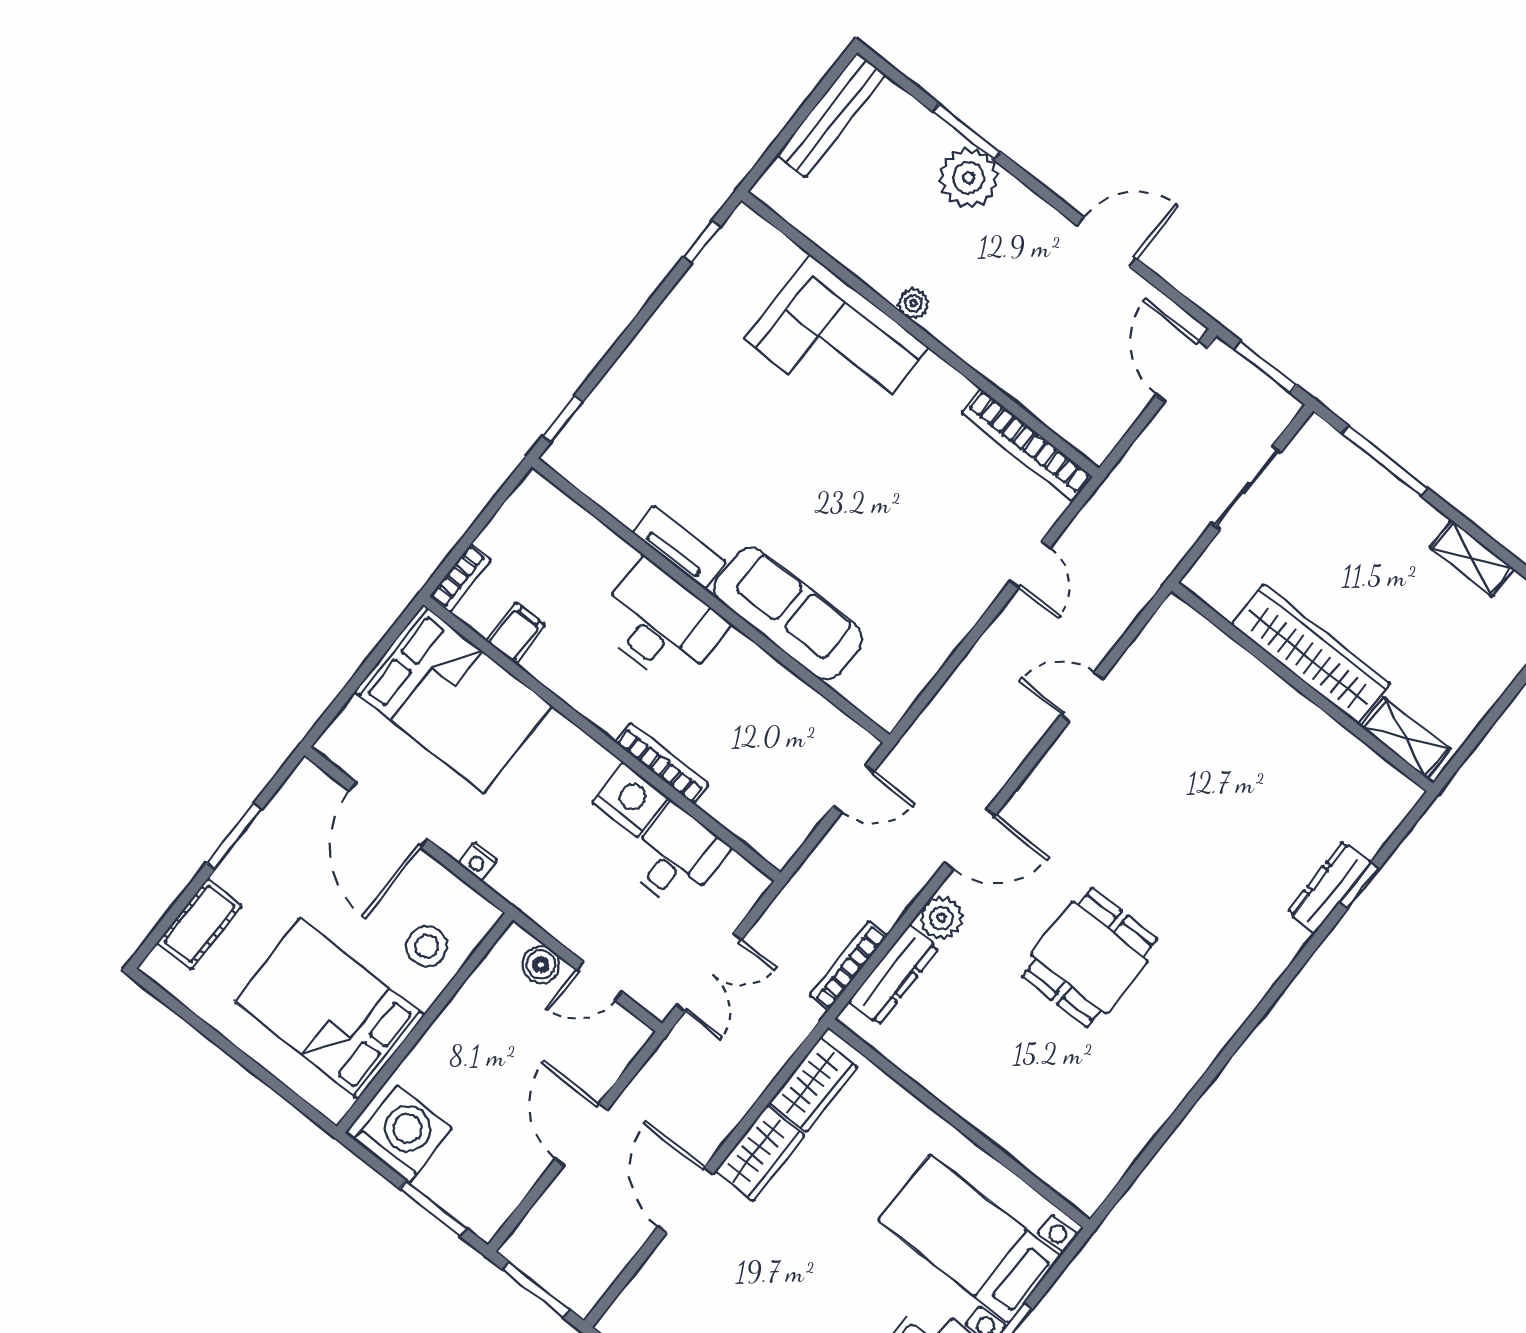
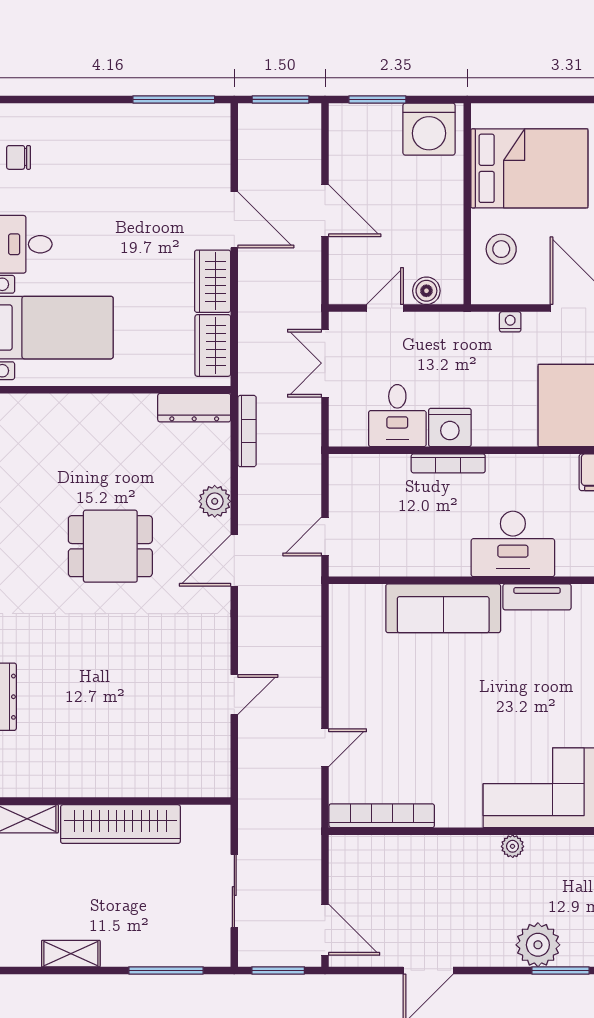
door: (1030, 564) -> (325, 748), swing flipped
dining table: (1090, 958) -> (110, 546), turned 90
dresser: (894, 975) -> (194, 408), moved, turned -90

